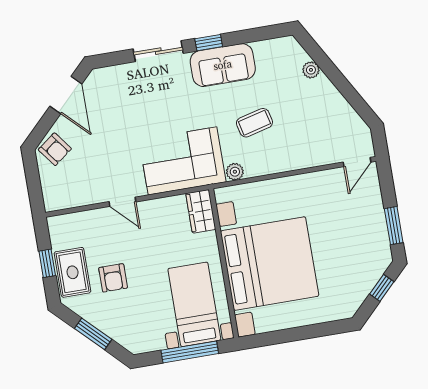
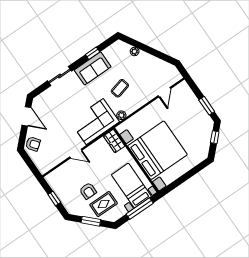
window: (209, 43) -> (93, 53), moved
door: (357, 162) -> (164, 92), moved
rug: (73, 272) -> (104, 204), moved, turned 90

